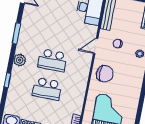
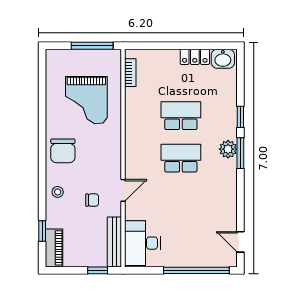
window: (16, 33) -> (240, 153), moved
chair: (105, 74) -> (63, 151), moved, turned -90

